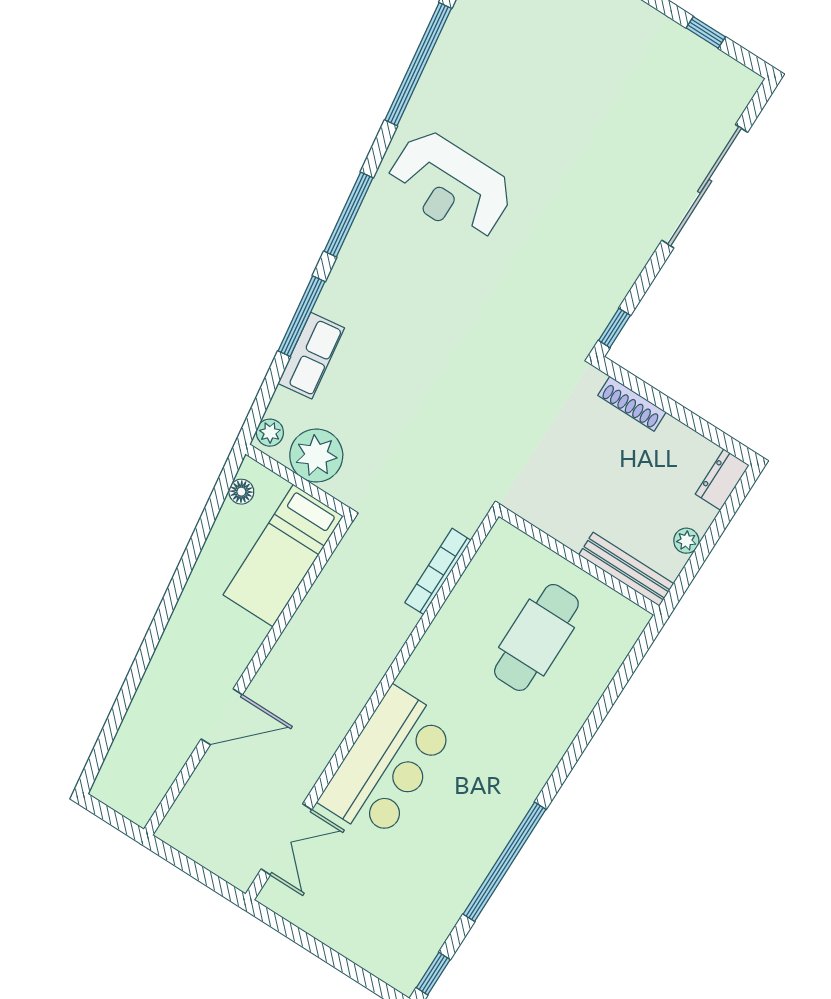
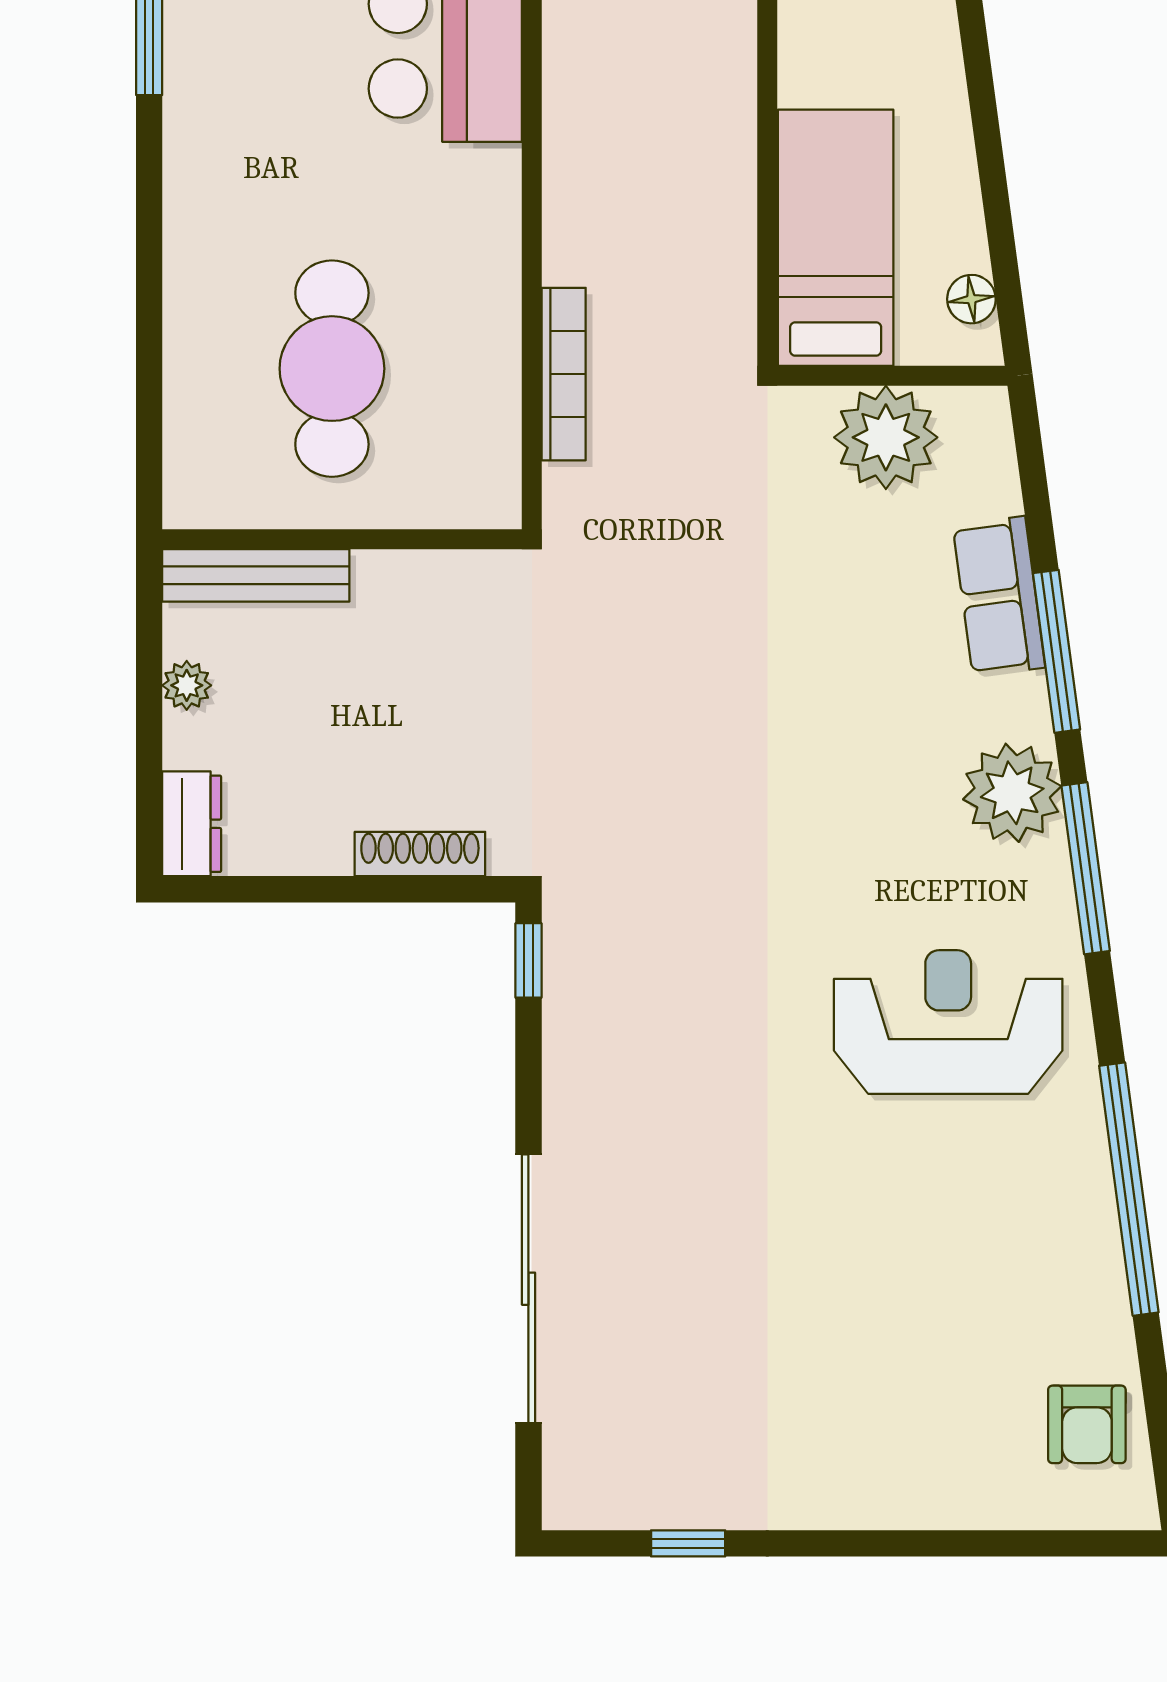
plant: (270, 433) -> (1012, 793), moved, width x1.88, depth x1.88

